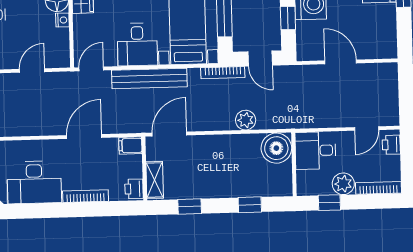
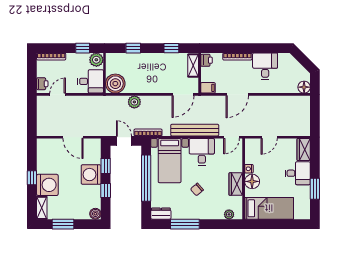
desk: (34, 182) -> (265, 66), width x0.73
plant: (343, 184) -> (96, 60), moved

